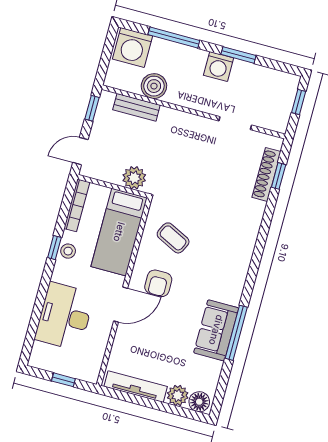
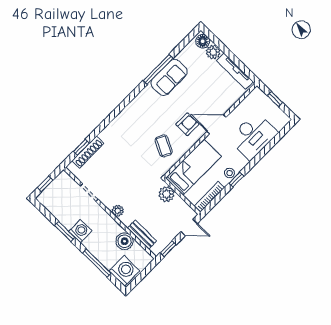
plant: (185, 120) -> (118, 211), added

